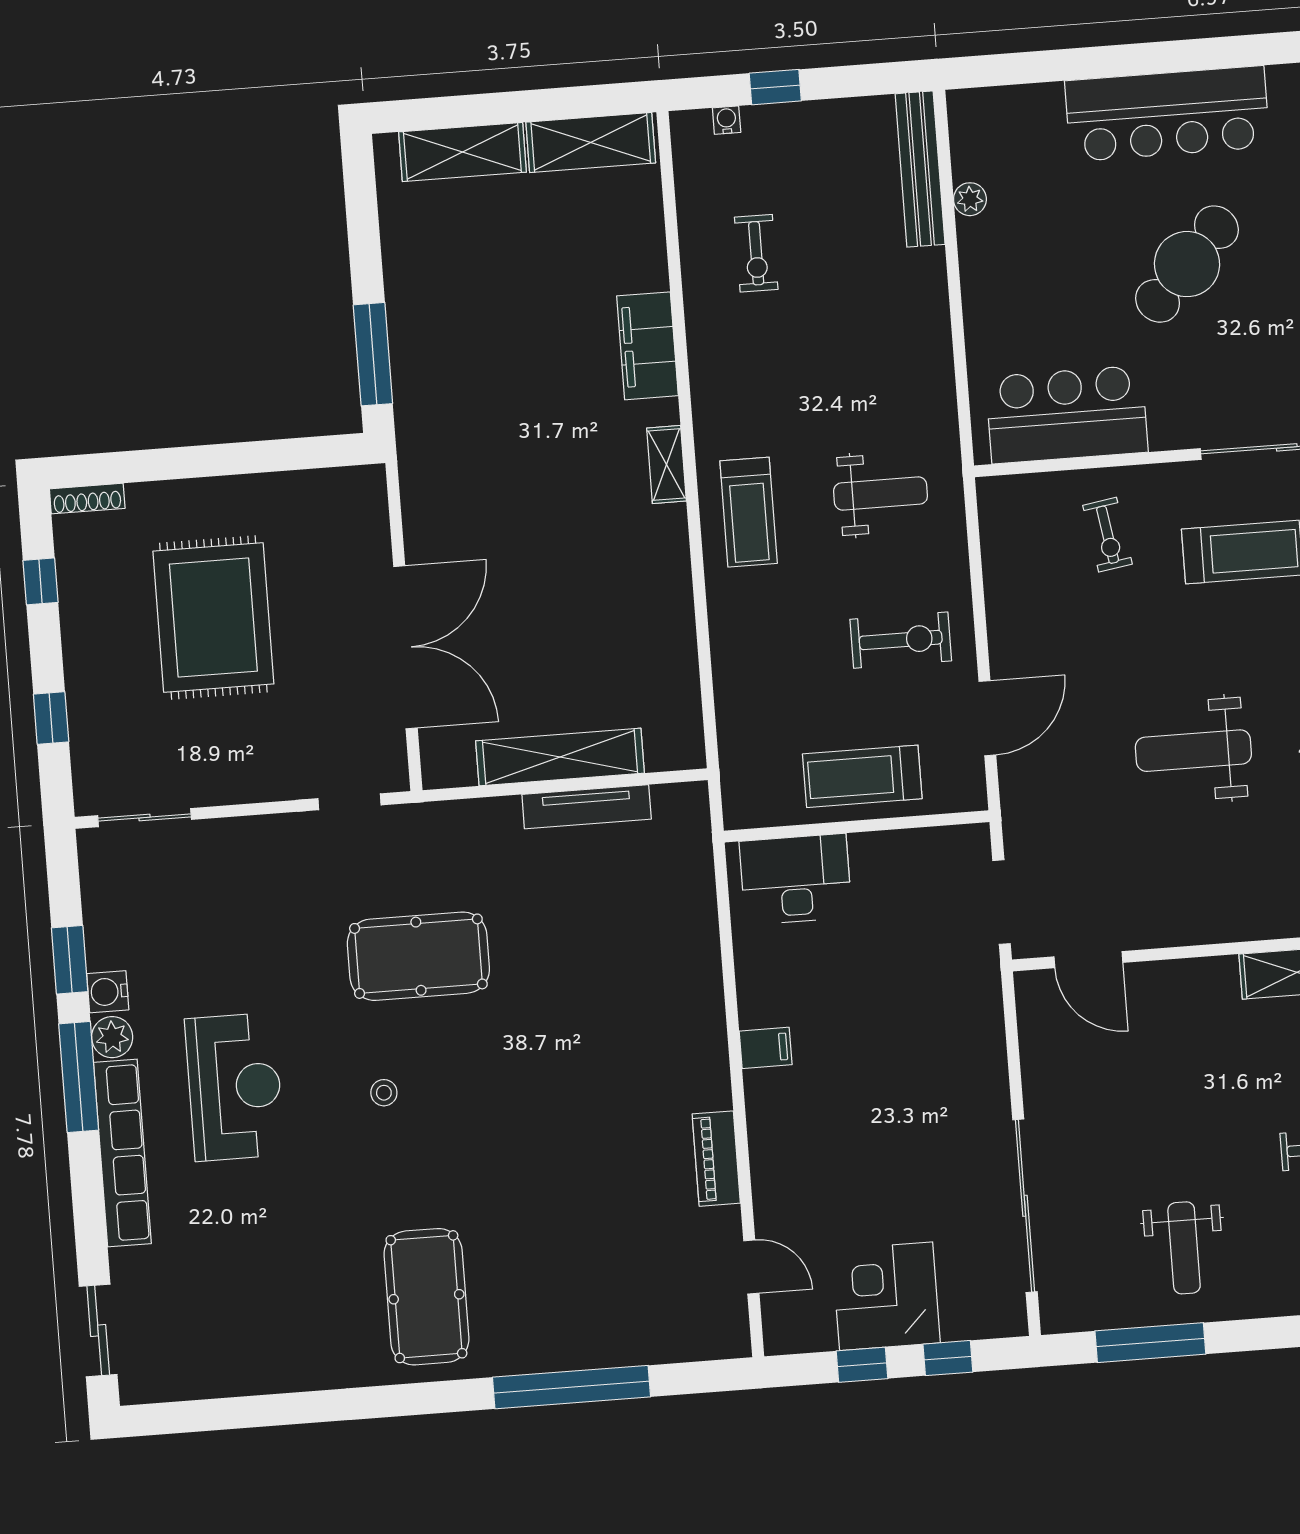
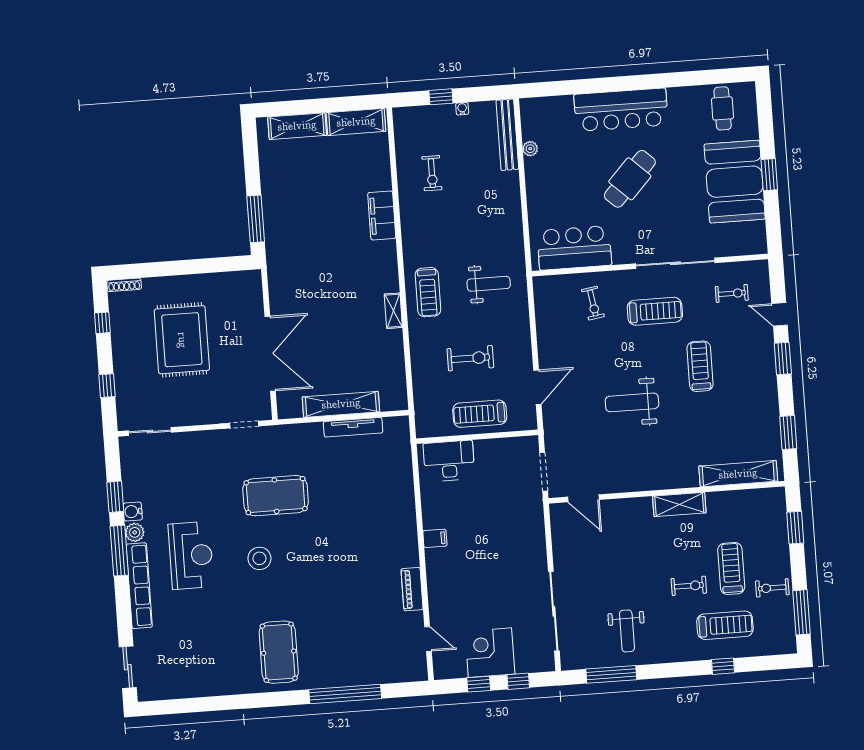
water cooler: (727, 120) -> (462, 109), moved
shelving: (667, 465) -> (393, 311), moved
exercise bike: (901, 640) -> (470, 358), moved
stool: (384, 1093) -> (259, 558), width x1.89, depth x1.89

